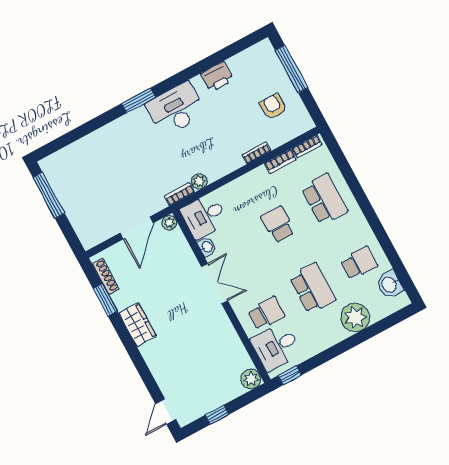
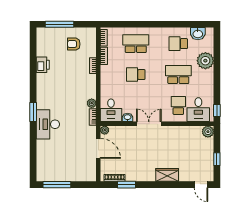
desk: (176, 109) -> (48, 124), moved
school desk: (359, 263) -> (178, 44), turned -90
wardrobe: (138, 325) -> (167, 175), moved

